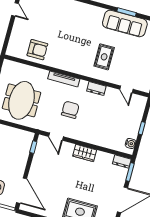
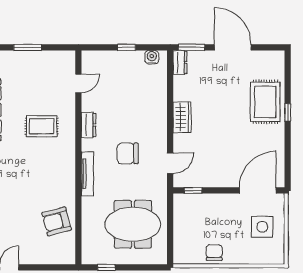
armchair: (37, 50) -> (57, 221), turned -105

